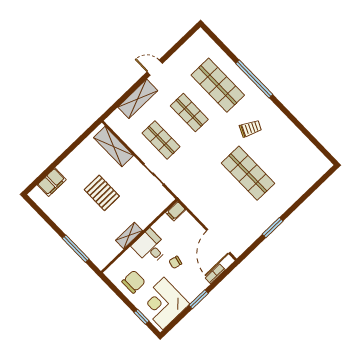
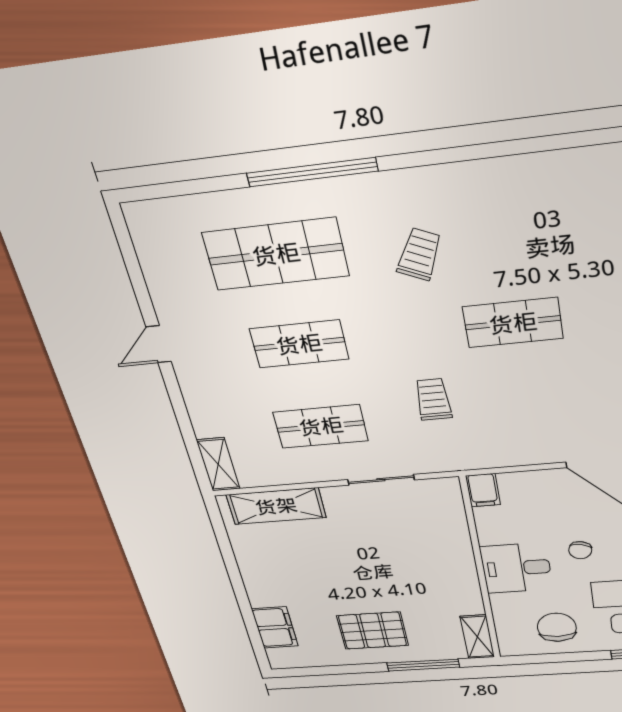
shelving: (138, 99) -> (218, 464), moved, width x0.67, depth x0.75
trolley: (200, 169) -> (433, 399), added
shop shelf: (248, 173) -> (513, 323), width x0.70, depth x0.74
pallet: (102, 193) -> (373, 631), moved
shelving: (129, 236) -> (477, 637), moved

